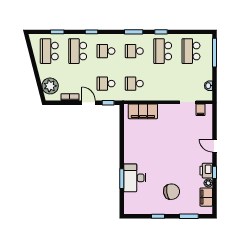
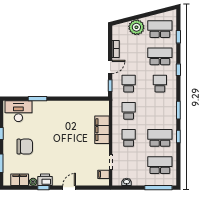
school desk: (134, 51) -> (129, 138), moved
plant: (50, 86) -> (136, 27), moved
filing cabinet: (143, 111) -> (102, 130), moved
desk: (135, 178) -> (18, 111), moved
chair: (172, 192) -> (25, 147), turned -82

